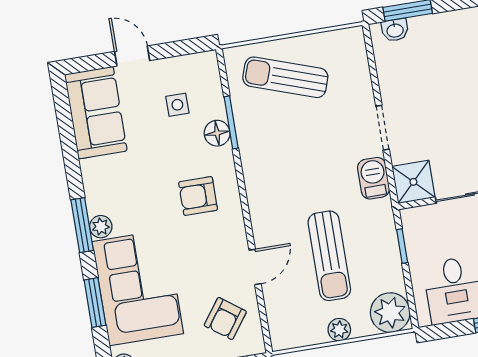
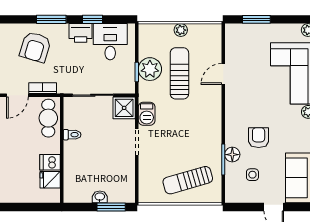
washbasin: (395, 30) -> (100, 197), moved
sun lounger: (285, 77) -> (188, 180), turned 145
armchair: (198, 196) -> (259, 138), moved, turned -90
plant: (390, 313) -> (150, 69), moved
armchair: (225, 319) -> (245, 47), removed

